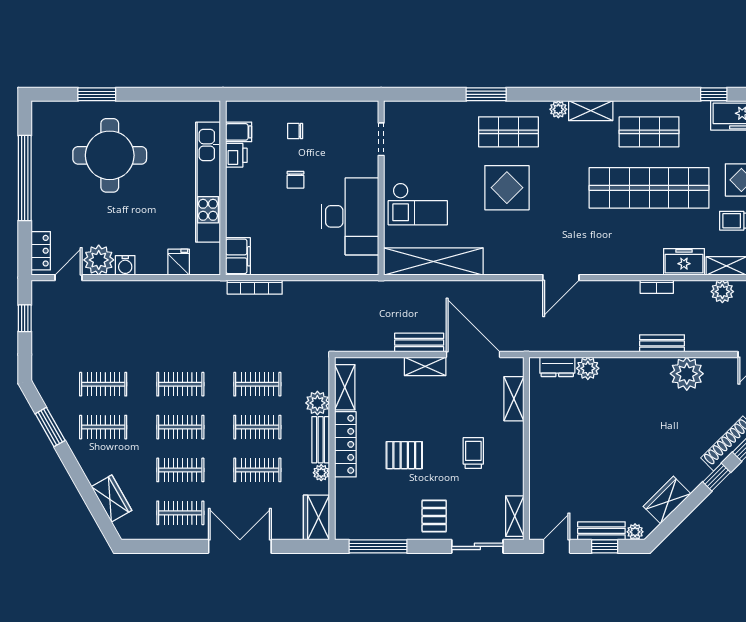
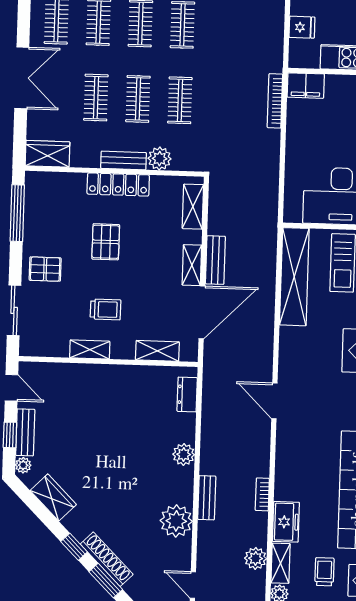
plant: (588, 368) -> (184, 454), moved
shelving: (345, 387) -> (193, 207), moved, turned 90
plant: (321, 473) -> (91, 160), removed
shelving: (515, 516) -> (90, 350), moved

